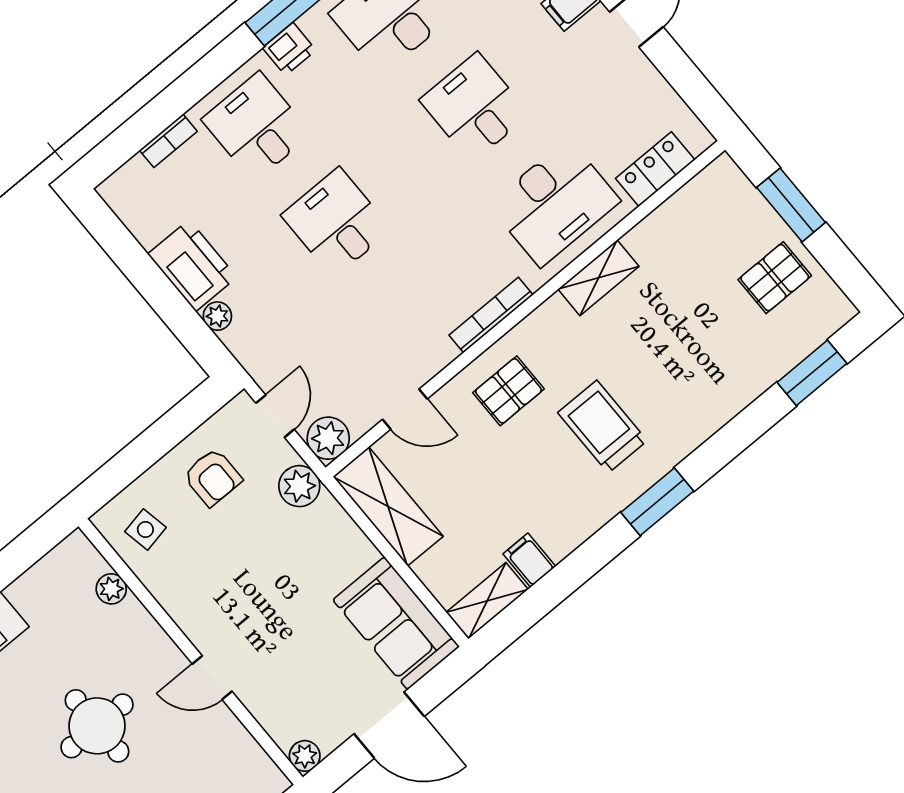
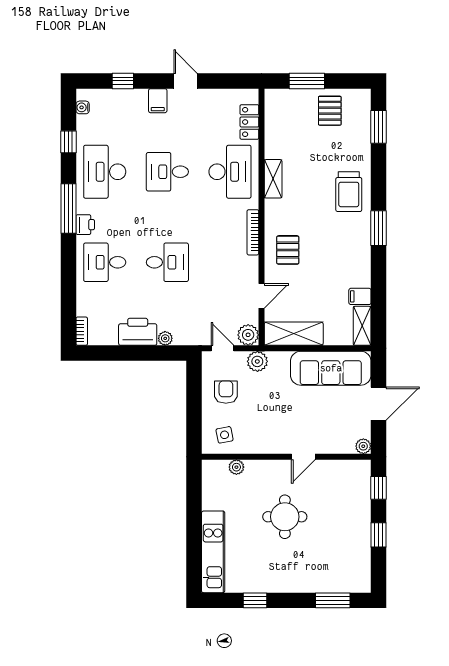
bookcase: (168, 141) -> (82, 331), moved
desk: (336, 222) -> (167, 262), turned 180
trolley: (602, 427) -> (349, 192), moved, turned -90
armchair: (213, 477) -> (226, 392), turned -90
sofa: (396, 623) -> (331, 368), width x1.36

